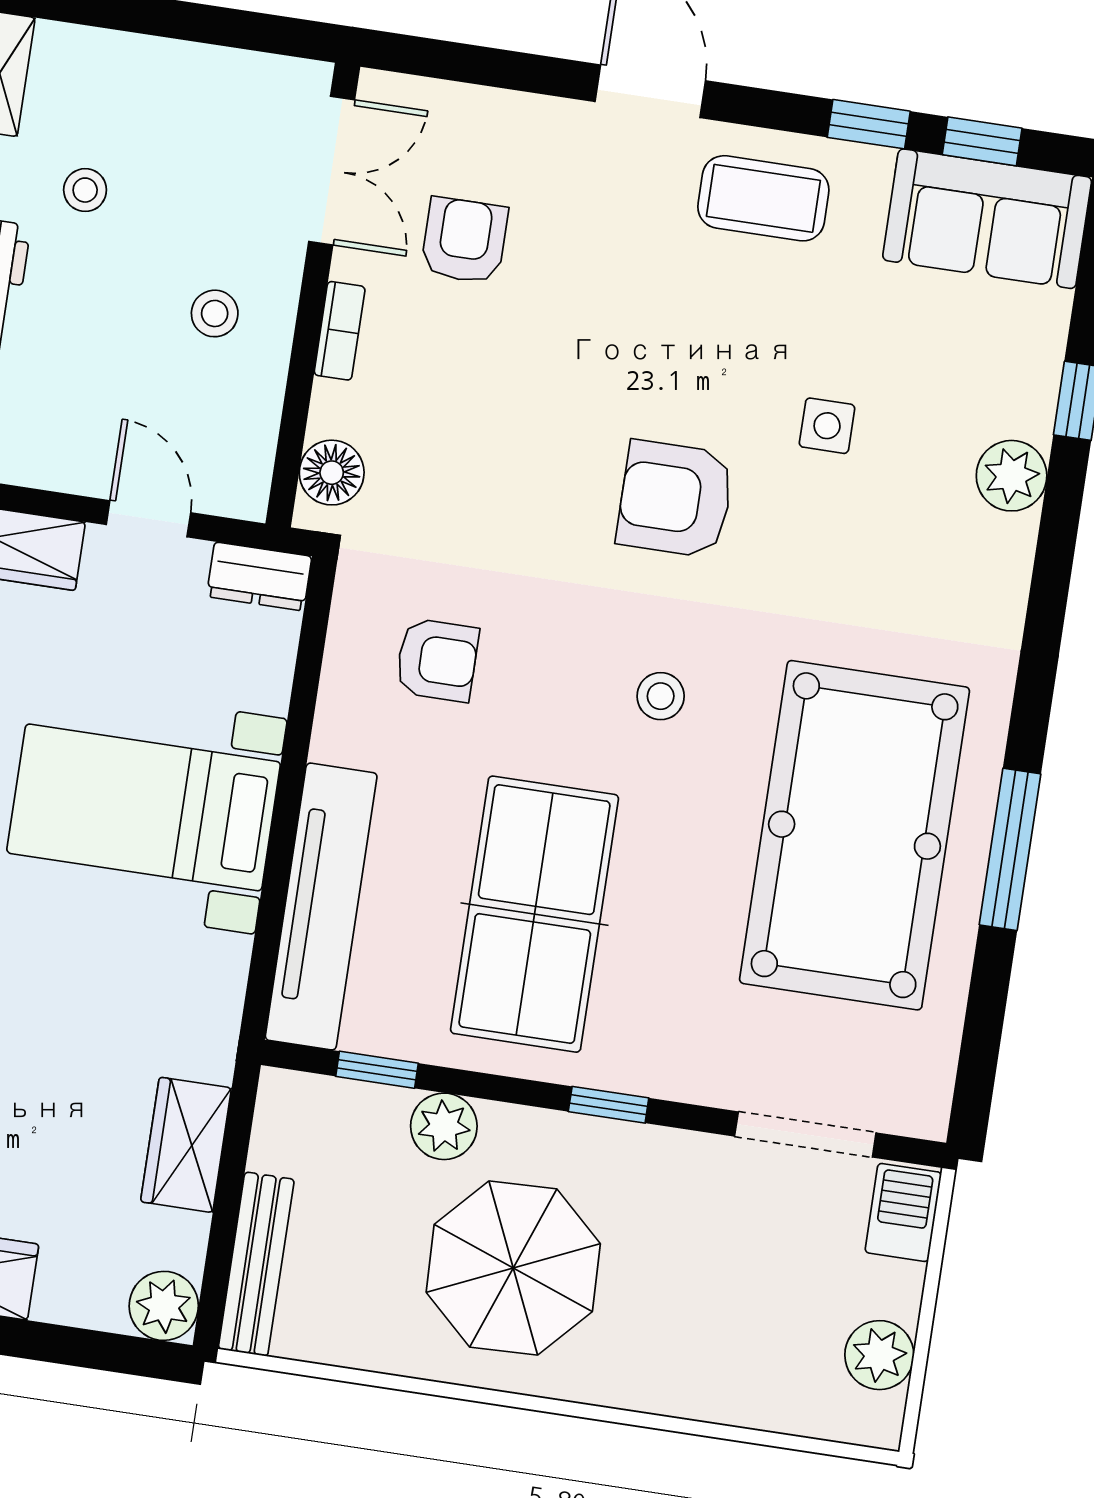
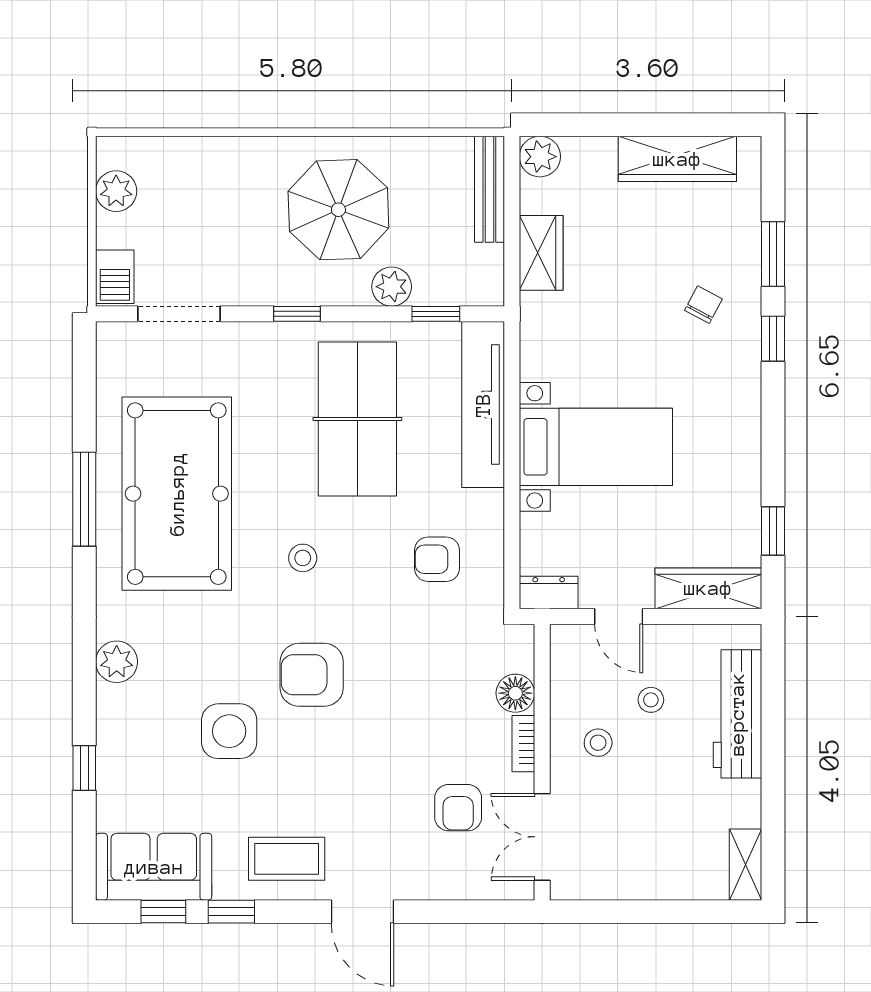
stool: (85, 190) -> (651, 700), moved
side table: (827, 426) -> (229, 731), width x1.87, depth x1.87
floor lamp: (332, 473) -> (515, 693), moved
plant: (1012, 476) -> (117, 662), moved
armchair: (675, 499) -> (312, 675), turned 180

